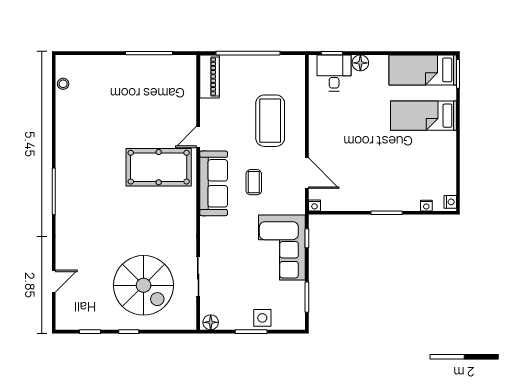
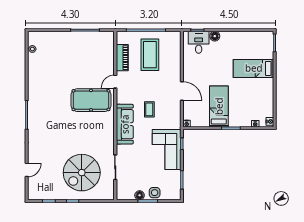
bed: (423, 70) -> (219, 106), moved, turned 90
piano: (210, 77) -> (122, 58), moved
coffee table: (270, 121) -> (150, 55), moved
door: (307, 173) -> (182, 91), moved
sofa: (214, 183) -> (125, 124), moved
spiral stairs: (144, 285) -> (82, 173), turned 90
floor lamp: (211, 322) -> (140, 195), moved

